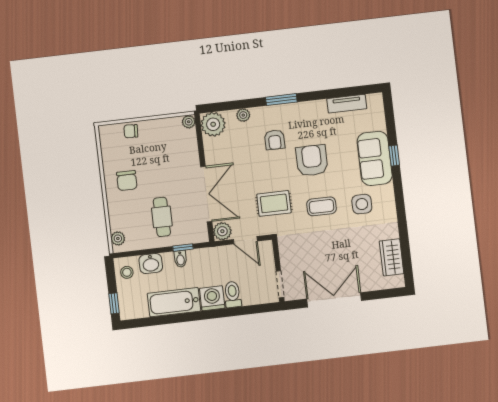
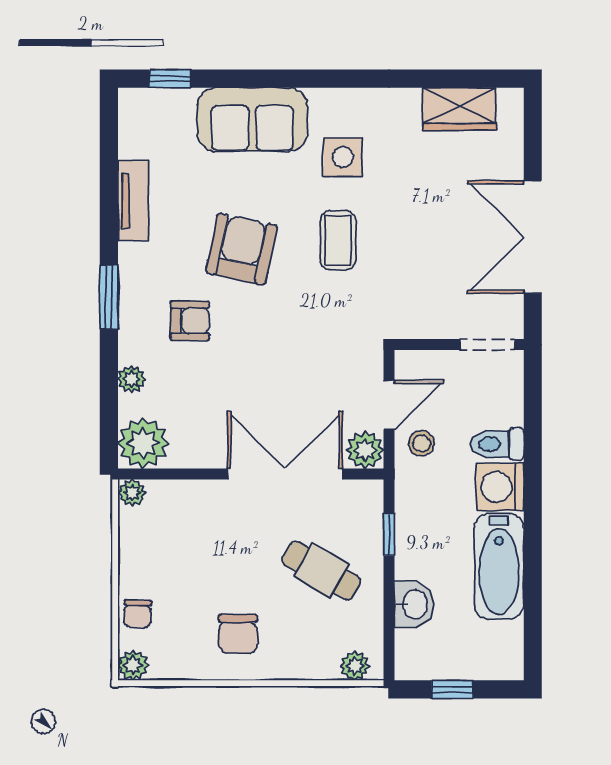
tv unit: (347, 104) -> (133, 201), moved
plant: (106, 132) -> (133, 665), added
window: (394, 156) -> (170, 79), moved
armchair: (312, 161) -> (241, 249), turned 102
chair: (127, 181) -> (238, 634), turned 90
rug: (274, 203) -> (321, 337), removed
cafe table: (162, 217) -> (321, 571), turned 30
bidet: (180, 259) -> (412, 543), removed
stool: (127, 272) -> (422, 443), moved
window: (114, 303) -> (452, 689), moved

